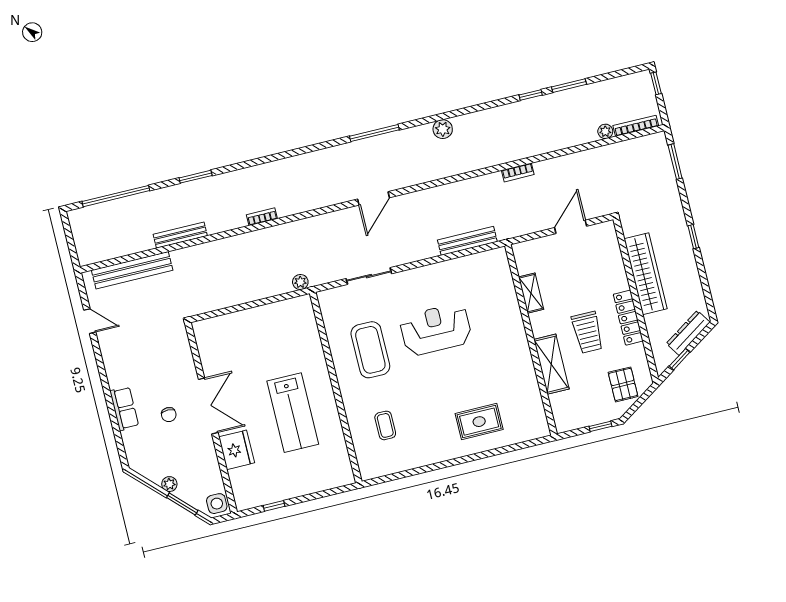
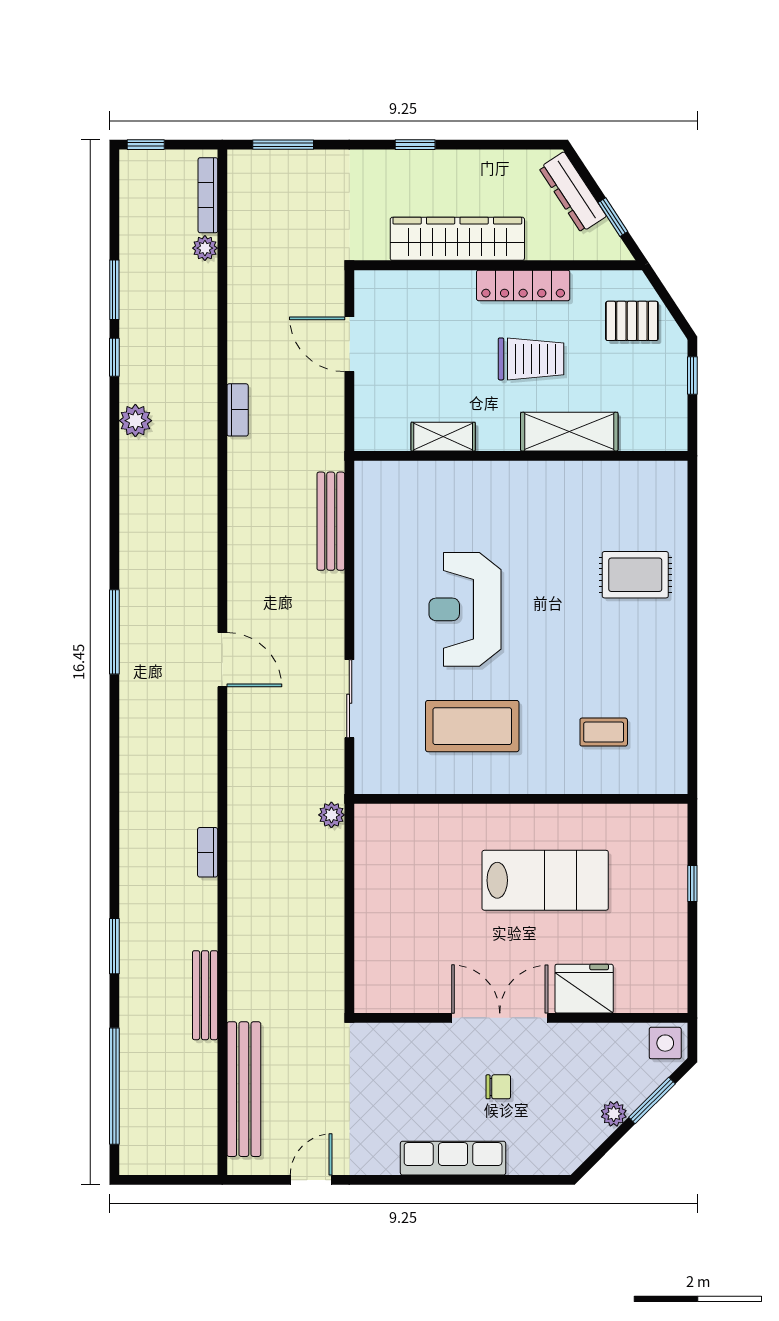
plant: (443, 129) -> (135, 421), moved
row of seats: (124, 408) -> (453, 1158), width x1.48
rug: (479, 422) -> (635, 575), turned 90
window: (274, 506) -> (692, 884), moved

